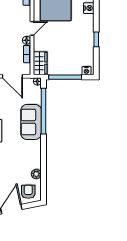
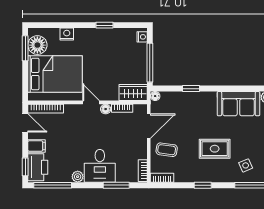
window: (44, 111) -> (191, 89), width x0.32
sofa: (31, 122) -> (238, 104), moved

